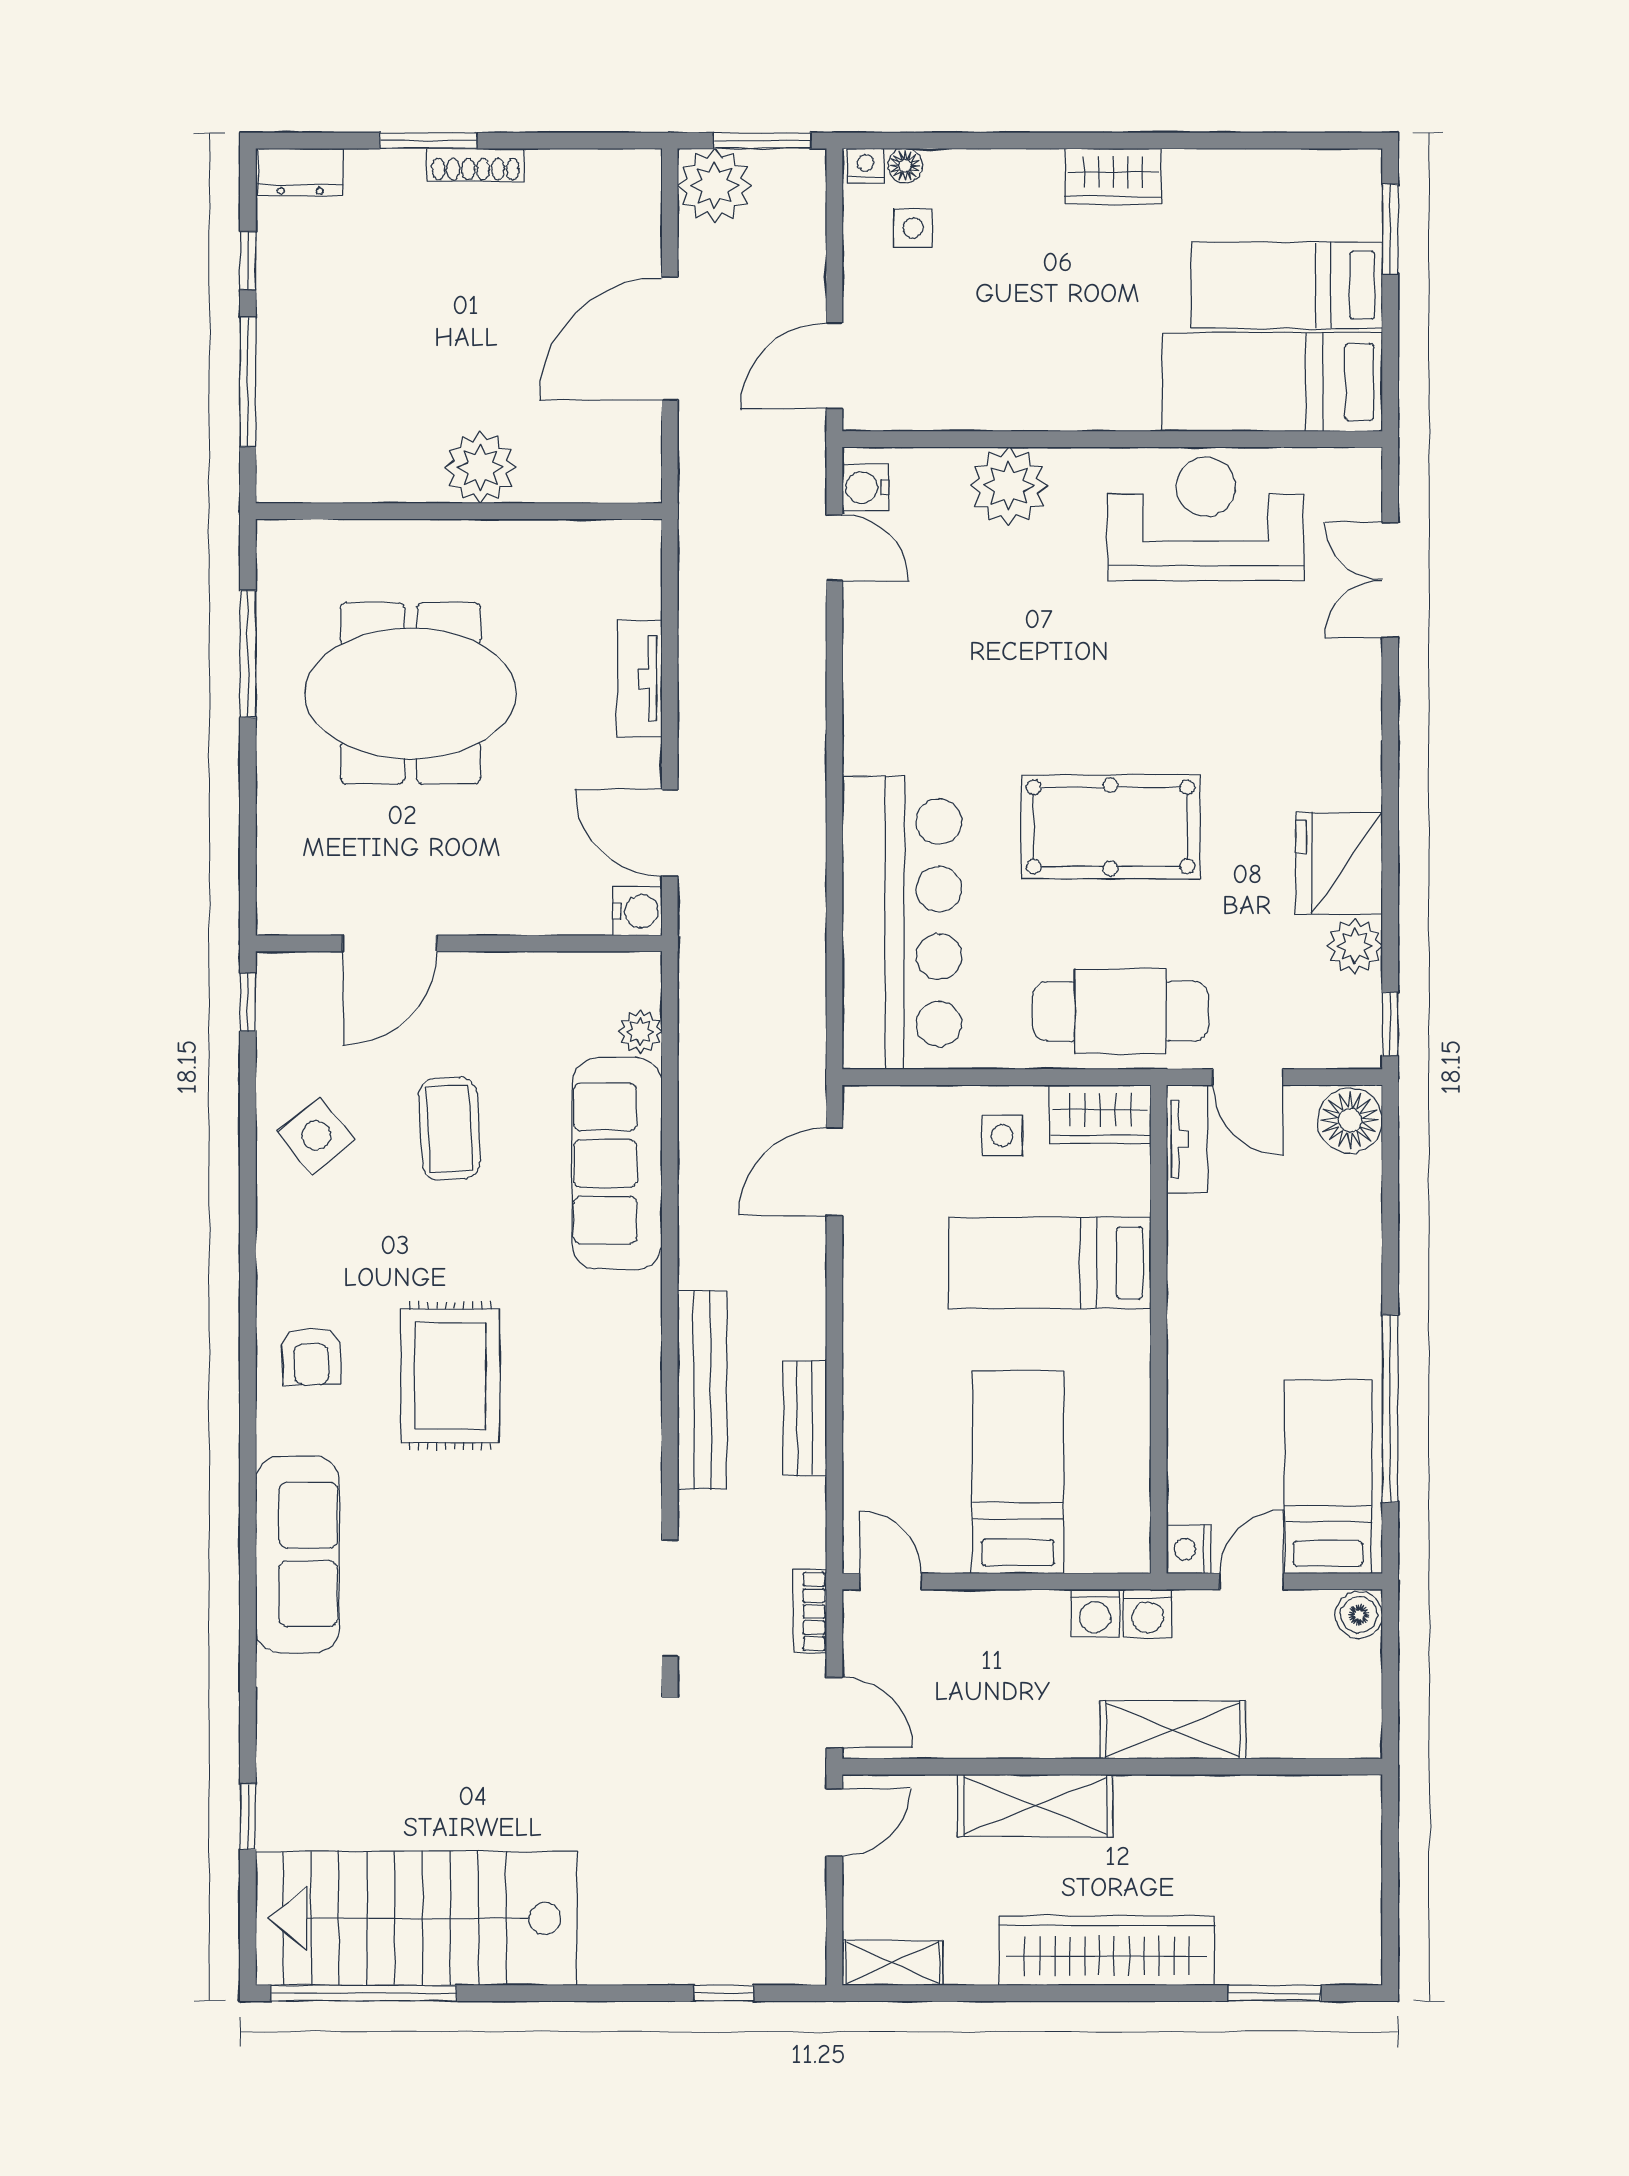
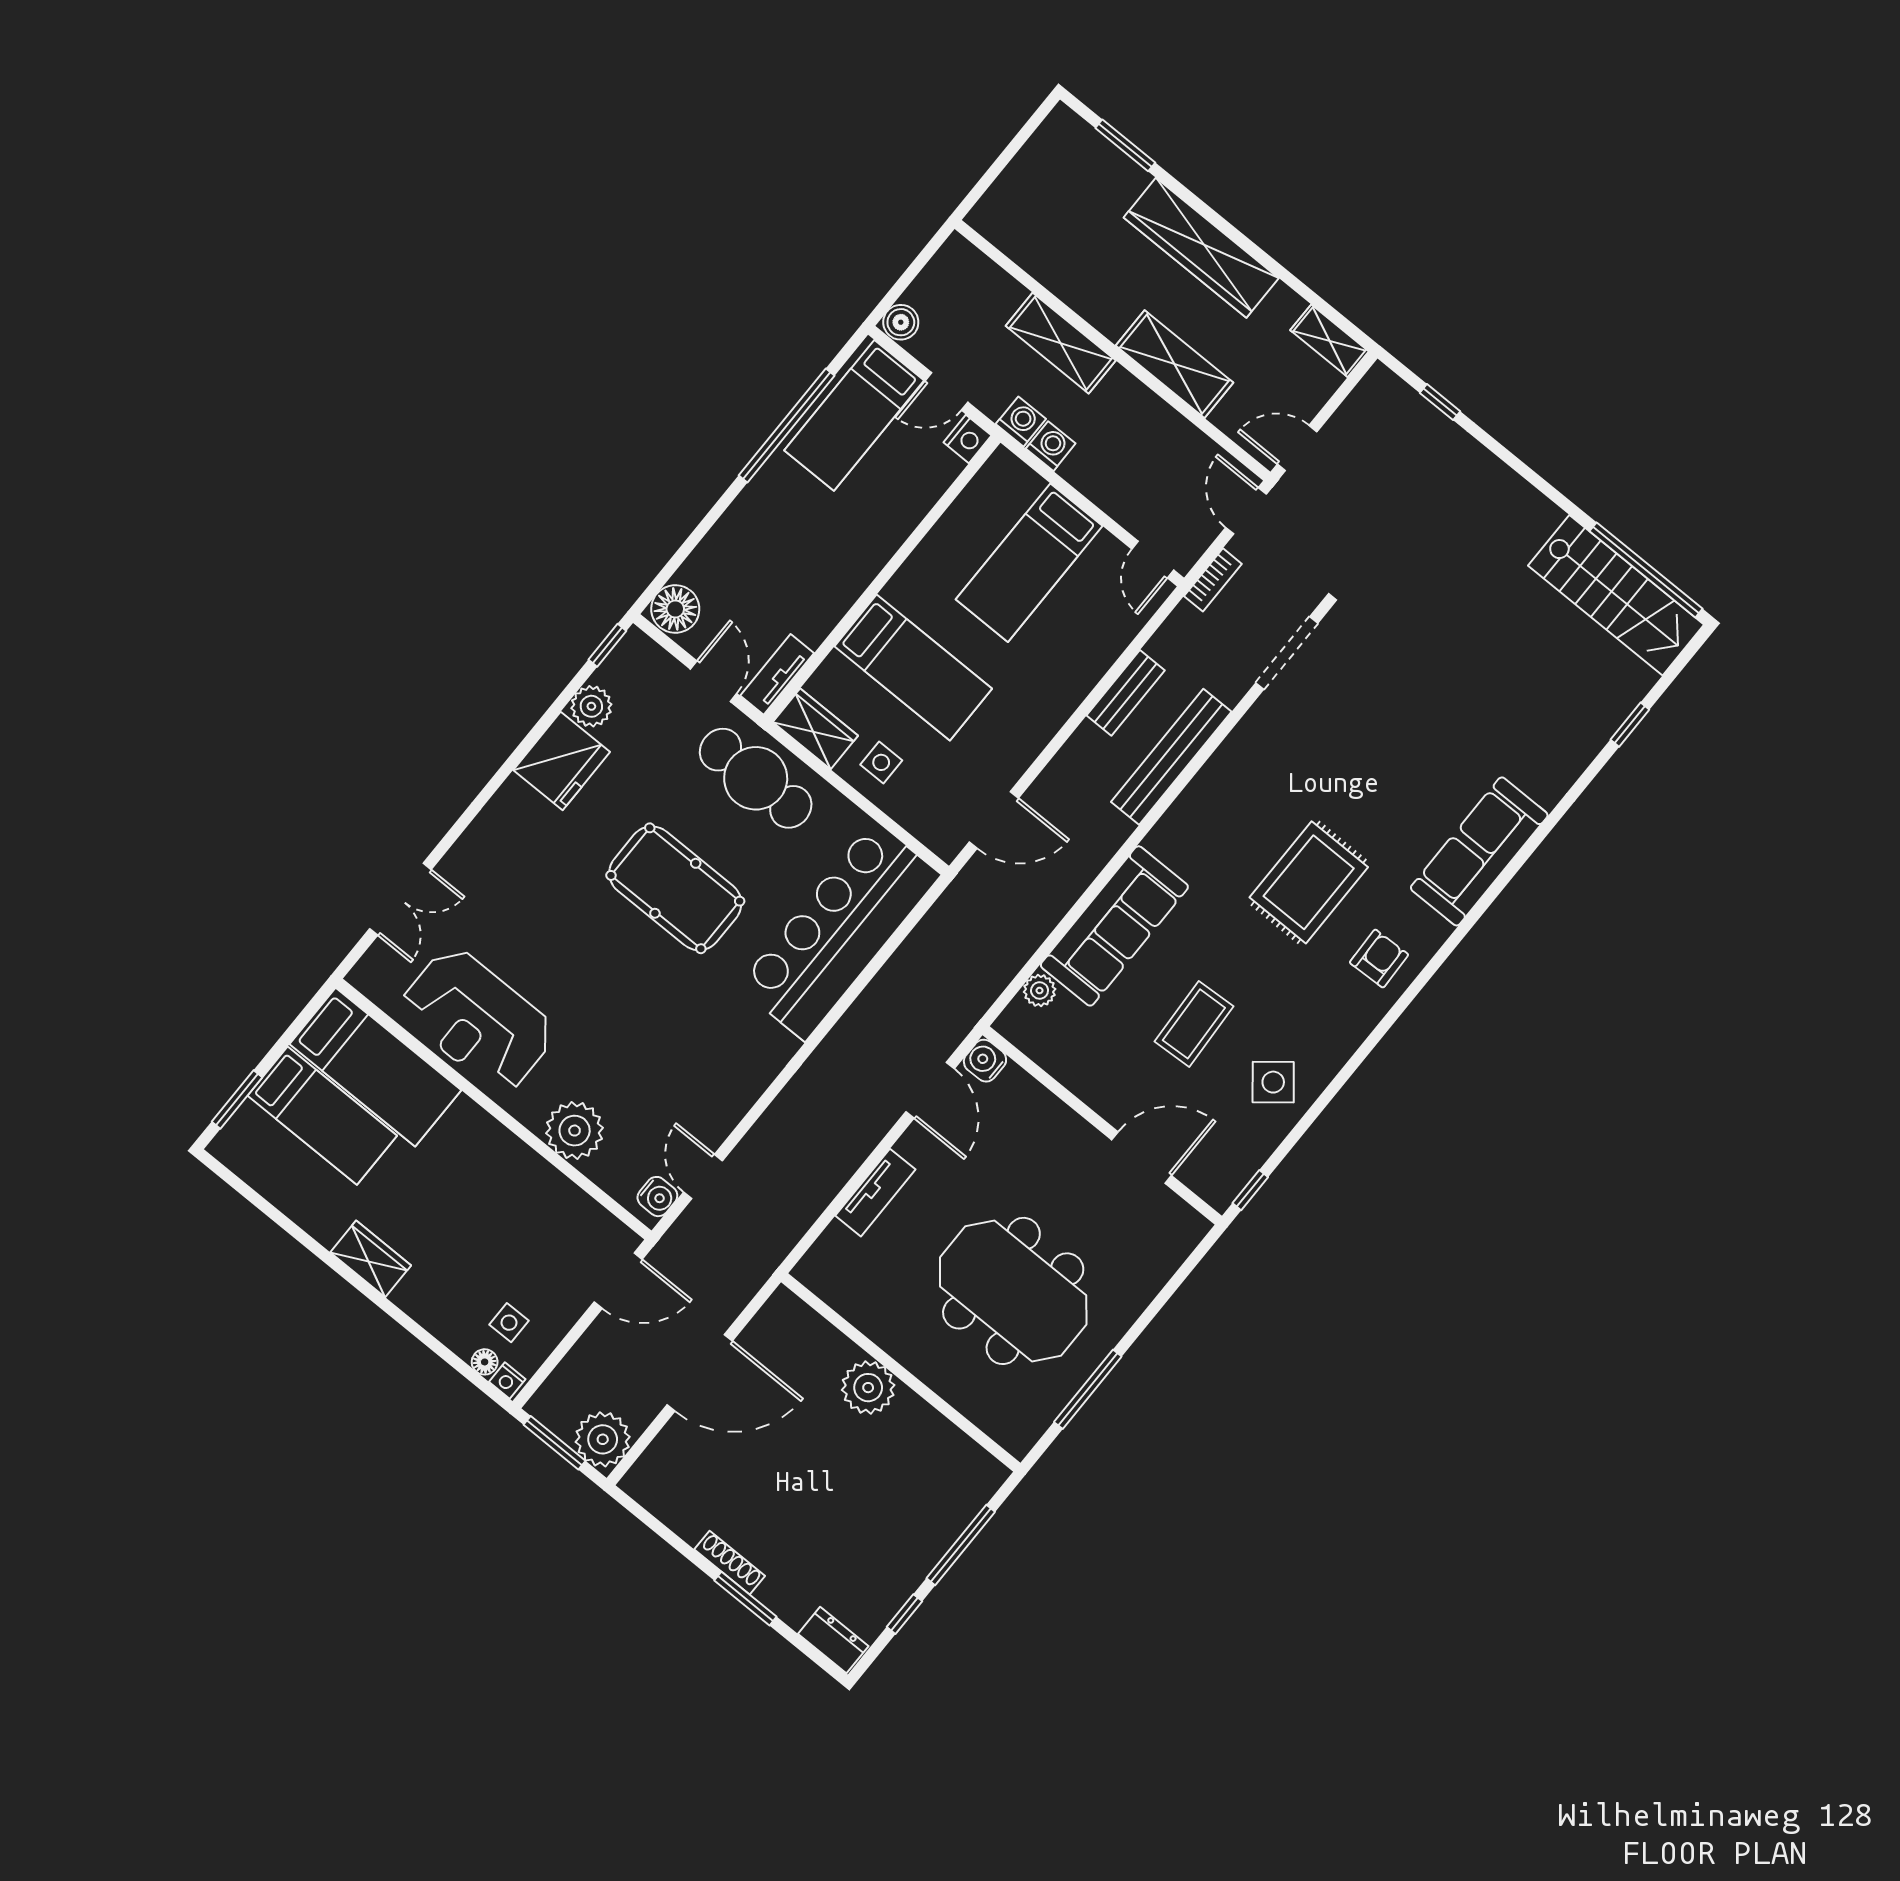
stairs: (416, 1918) -> (1616, 595), width x0.73, depth x0.66

